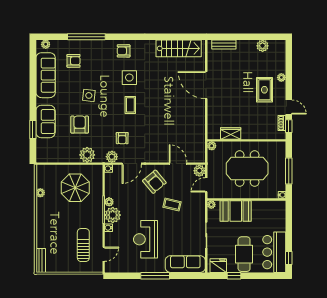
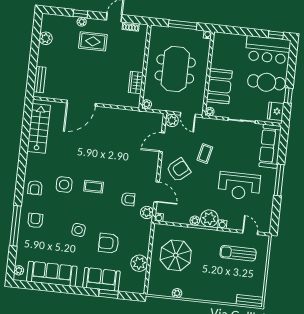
armchair: (73, 61) -> (35, 220), moved
window: (289, 126) -> (80, 14), moved
plant: (87, 155) -> (139, 263), moved

